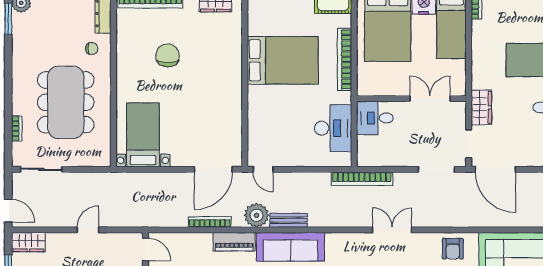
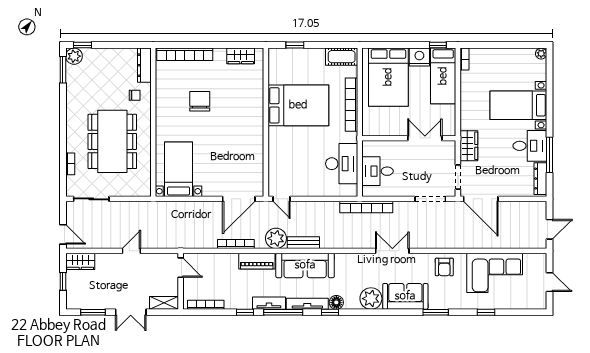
desk: (375, 118) -> (377, 171), moved

